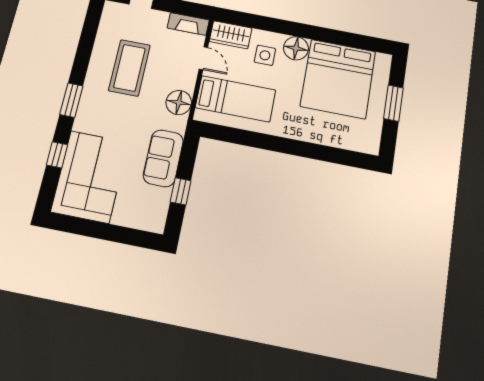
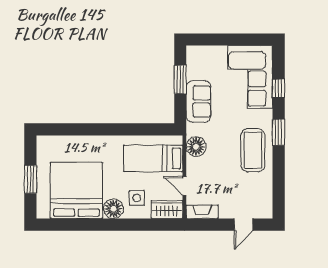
coffee table: (129, 68) -> (253, 150), moved
window: (181, 191) -> (180, 79), width x1.50

